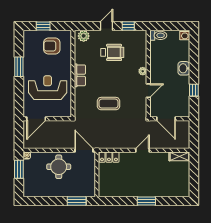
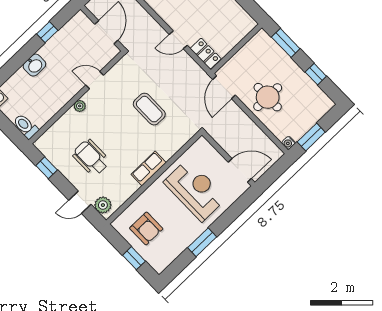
door: (107, 26) -> (80, 202), moved
reception desk: (48, 88) -> (195, 190), turned 180
door: (142, 150) -> (178, 40), moved
window: (47, 201) -> (316, 74), added

